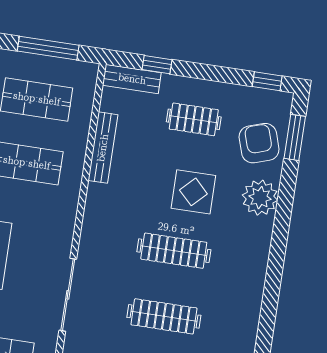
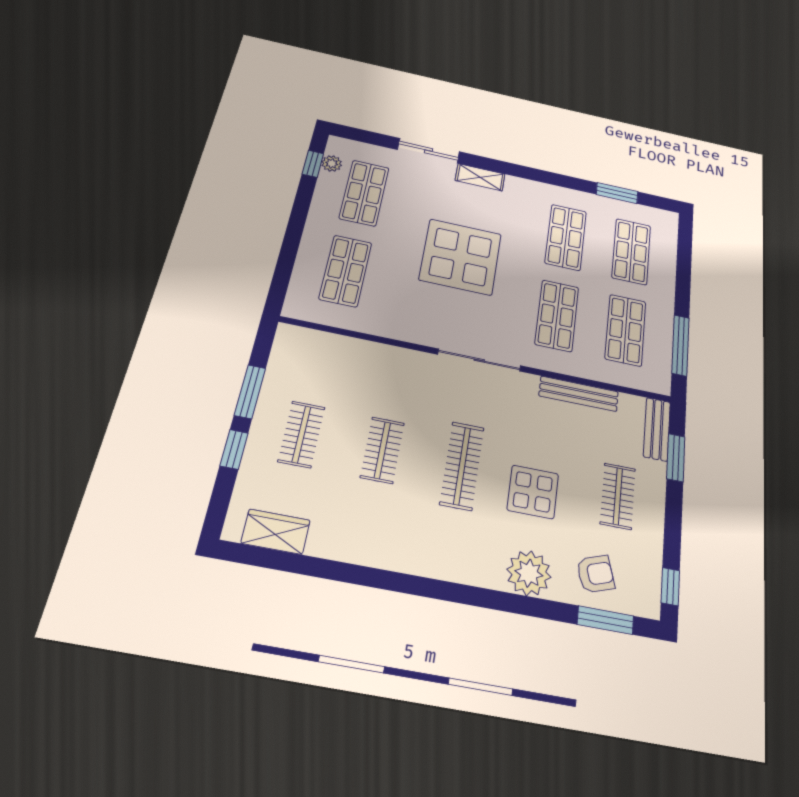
window: (157, 65) -> (676, 458), width x1.50
armchair: (259, 143) -> (595, 574), width x0.72, depth x0.72
sliding door: (68, 295) -> (479, 360), moved
clothes rail: (164, 316) -> (382, 450), width x0.73

